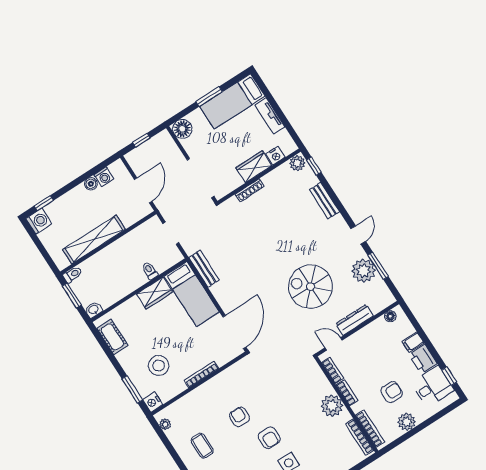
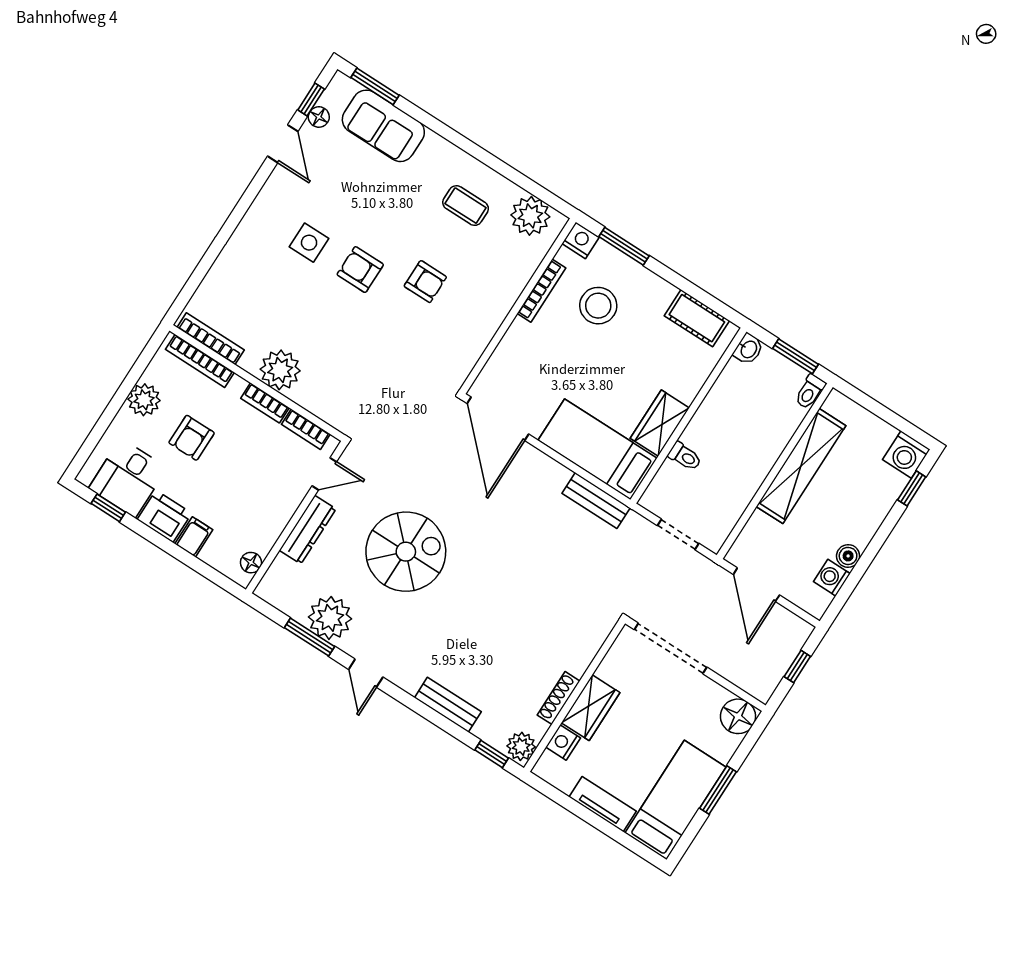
shoe rack: (250, 190) -> (559, 698), moved
bookcase: (201, 374) -> (541, 291), moved
plant: (165, 424) -> (530, 216), width x1.88, depth x1.88

